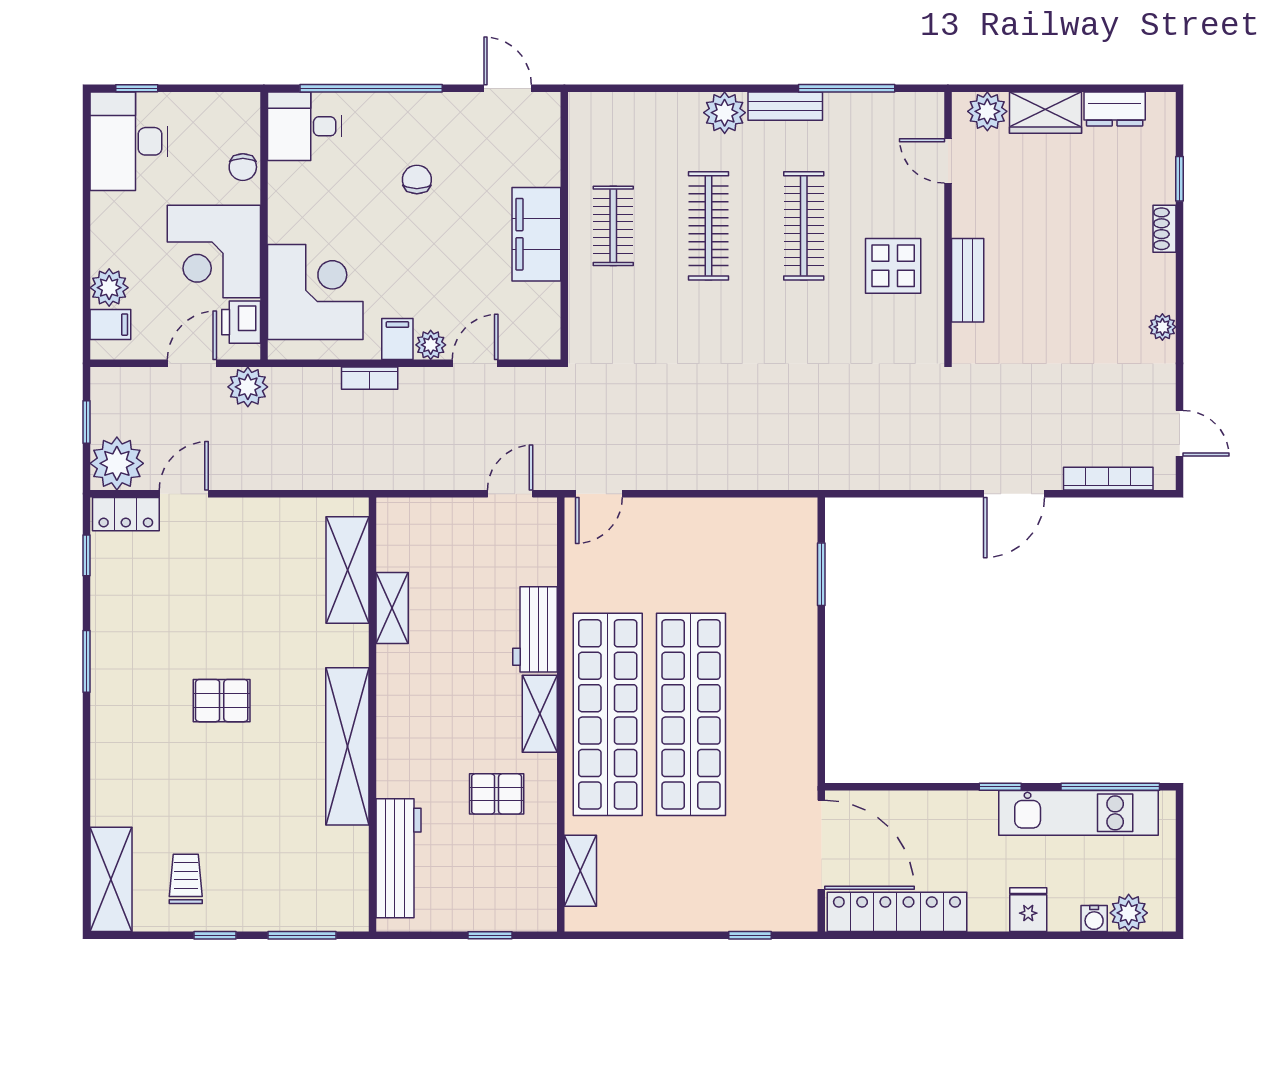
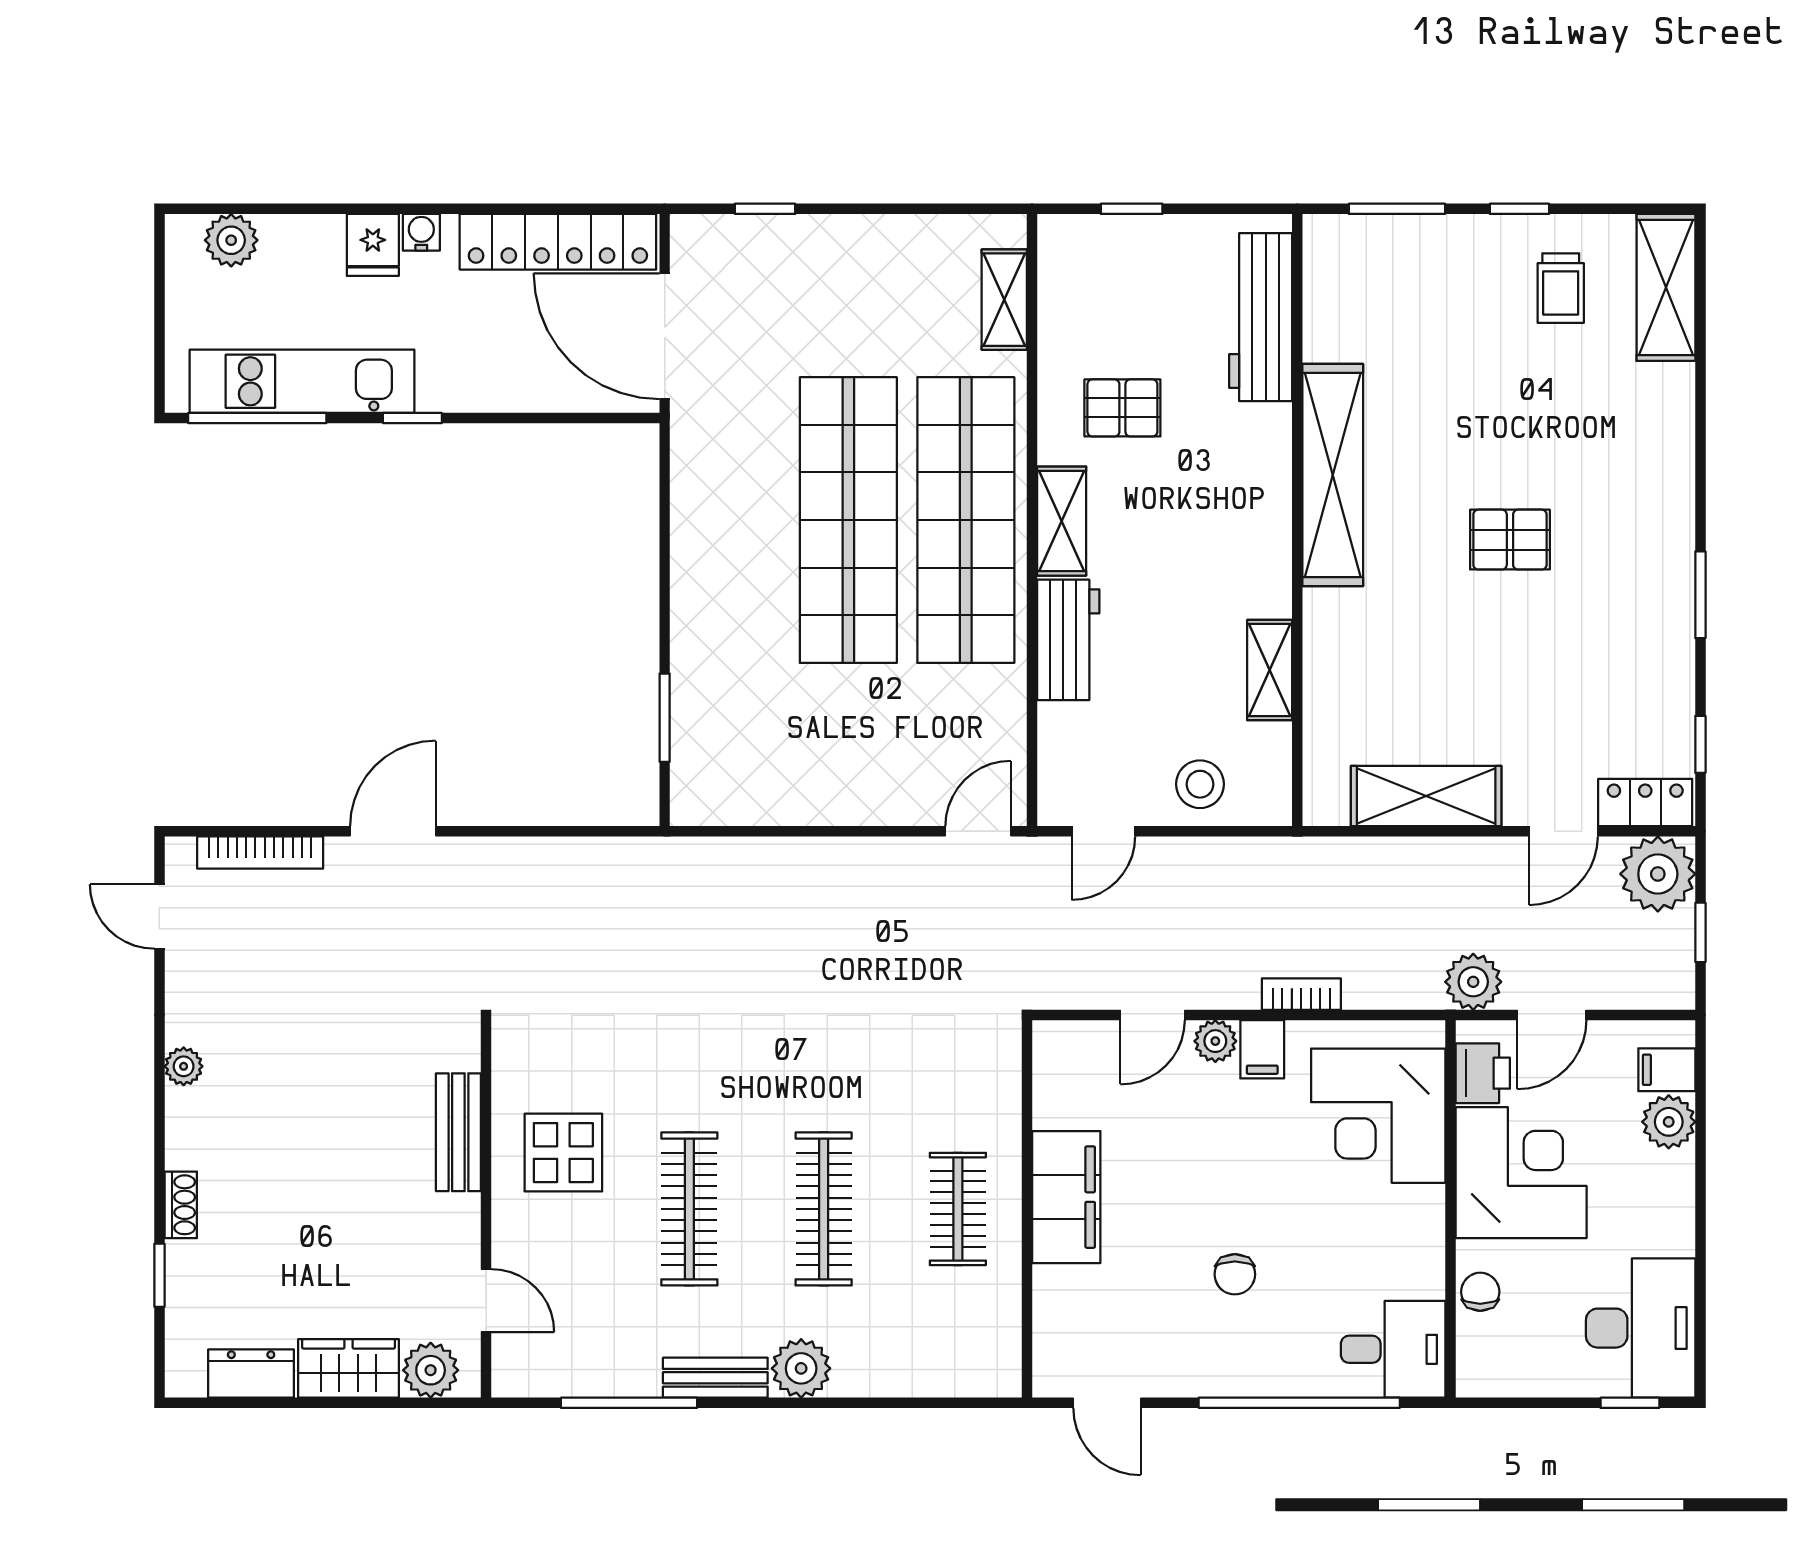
stool: (442, 527) -> (1200, 784), added
shelving: (348, 570) -> (1426, 796), moved, turned 90
water cooler: (1094, 918) -> (421, 232), moved

